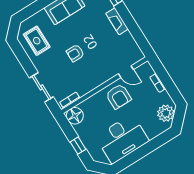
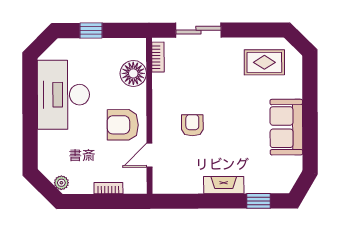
armchair: (75, 53) -> (192, 125), moved
plant: (166, 113) -> (61, 183), width x0.53, depth x0.53
floor lamp: (75, 116) -> (133, 73), moved

